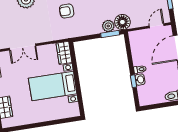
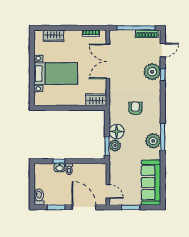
floor lamp: (122, 22) -> (117, 132), moved
double door: (23, 47) -> (108, 61), width x1.37
bed with nightstands: (53, 86) -> (56, 74), moved, turned 90

